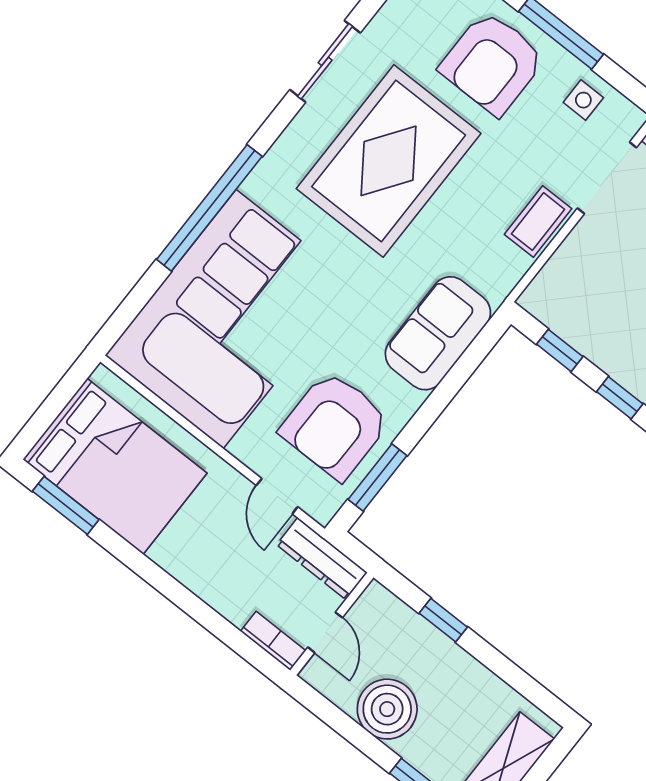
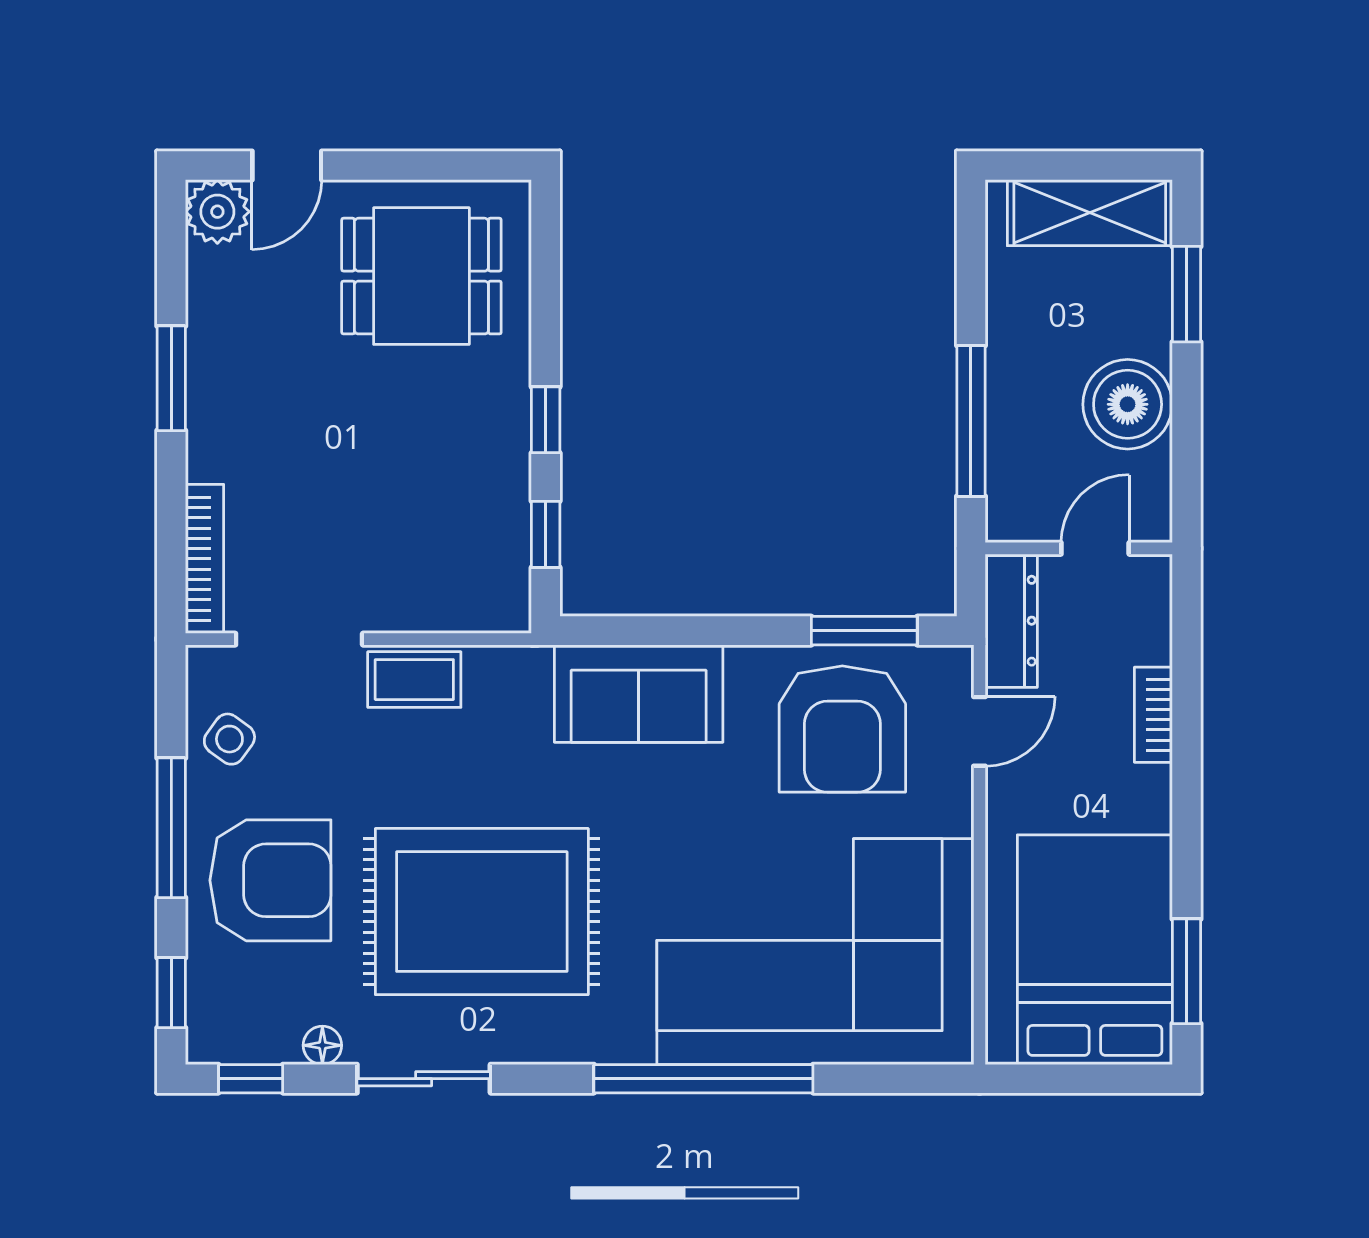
floor lamp: (384, 22) -> (322, 1045), added
side table: (583, 100) -> (229, 739), turned 36
armchair: (335, 425) -> (842, 729), turned 90
window: (443, 620) -> (971, 421), width x2.17
bookcase: (273, 641) -> (1153, 715), moved

